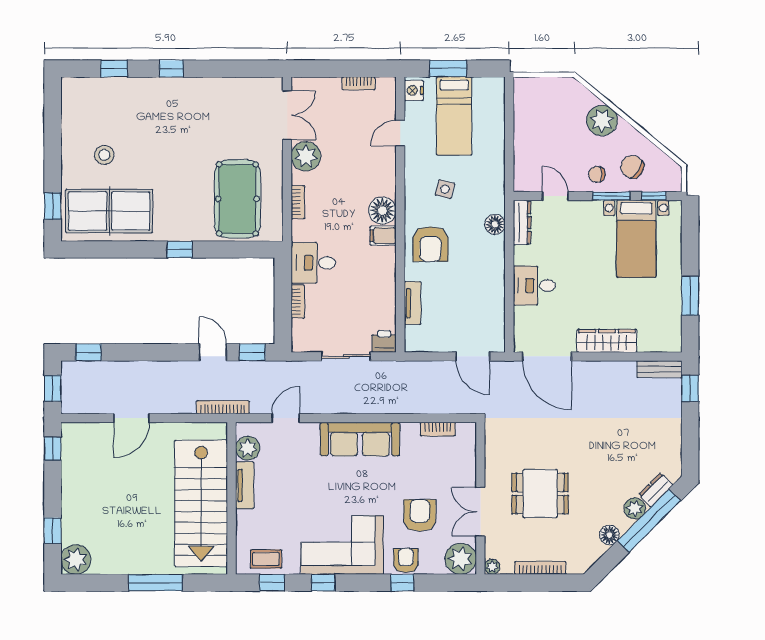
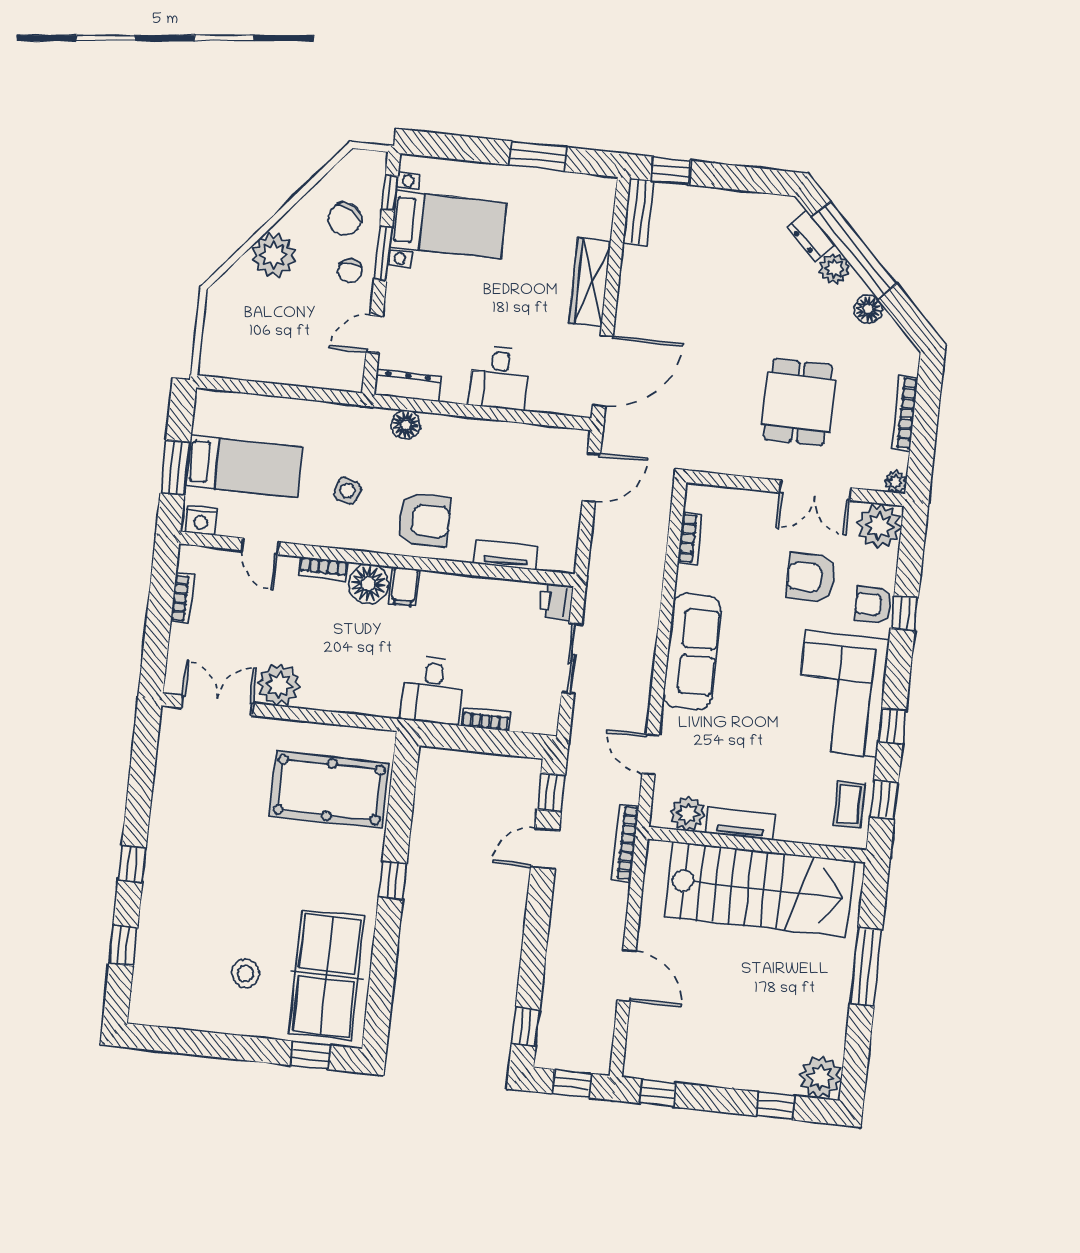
bookcase: (298, 202) -> (324, 569), moved, turned 180

